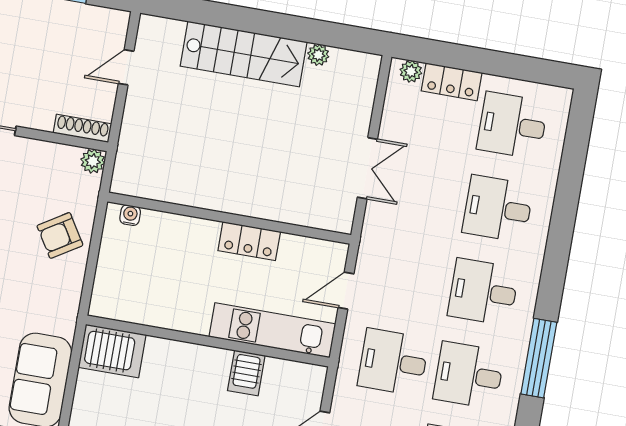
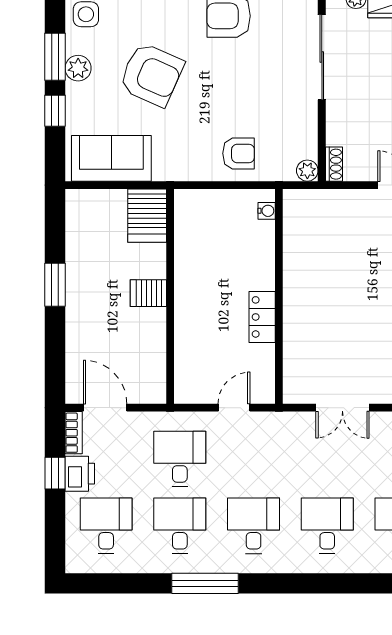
shoe rack: (82, 128) -> (334, 164), width x0.70
armchair: (60, 235) -> (239, 153), turned 122
door: (346, 291) -> (234, 408), hinge flipped
kitchen unit: (272, 330) -> (189, 350), removed
server rack: (246, 373) -> (148, 293), moved

